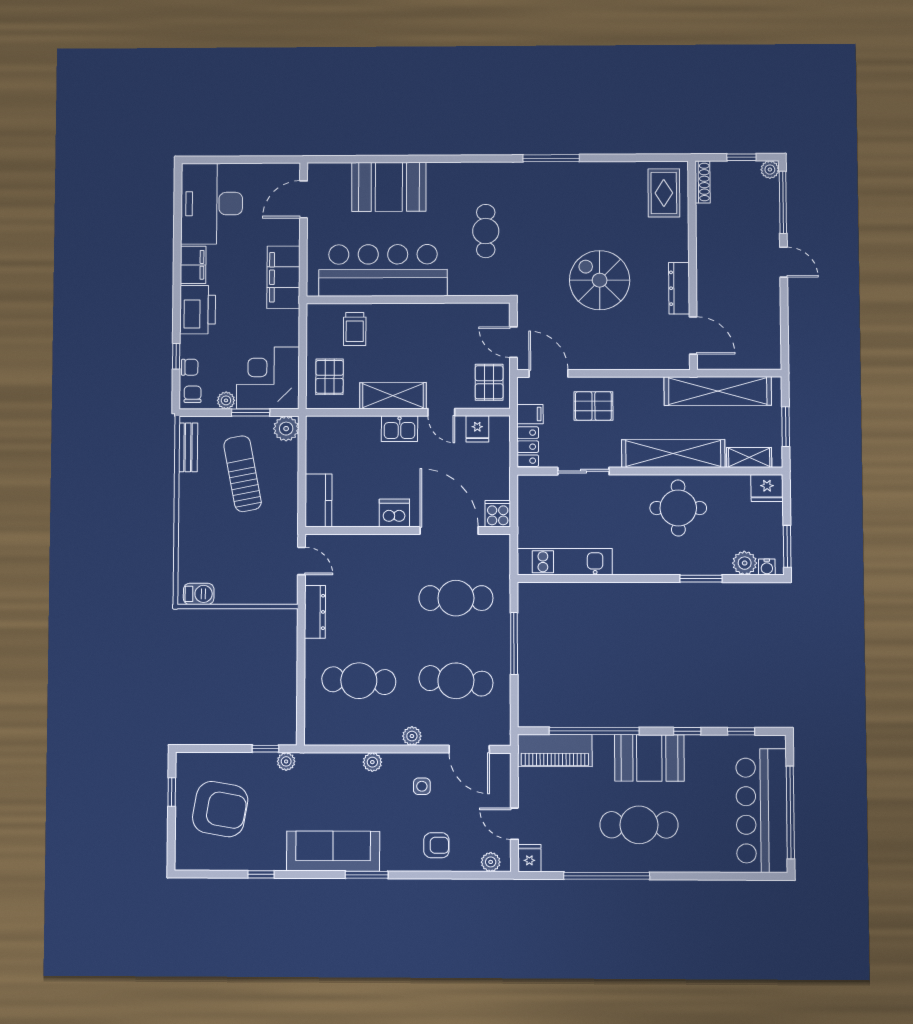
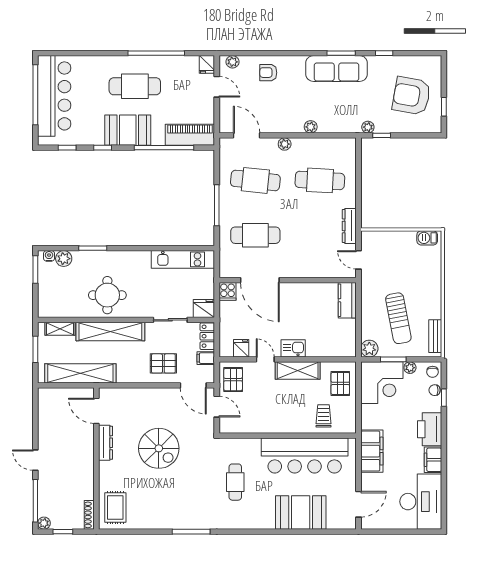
fridge: (767, 488) -> (204, 308), moved
dishwasher: (394, 513) -> (296, 292), removed
side table: (422, 786) -> (278, 111), removed
window: (367, 875) -> (341, 53), moved

